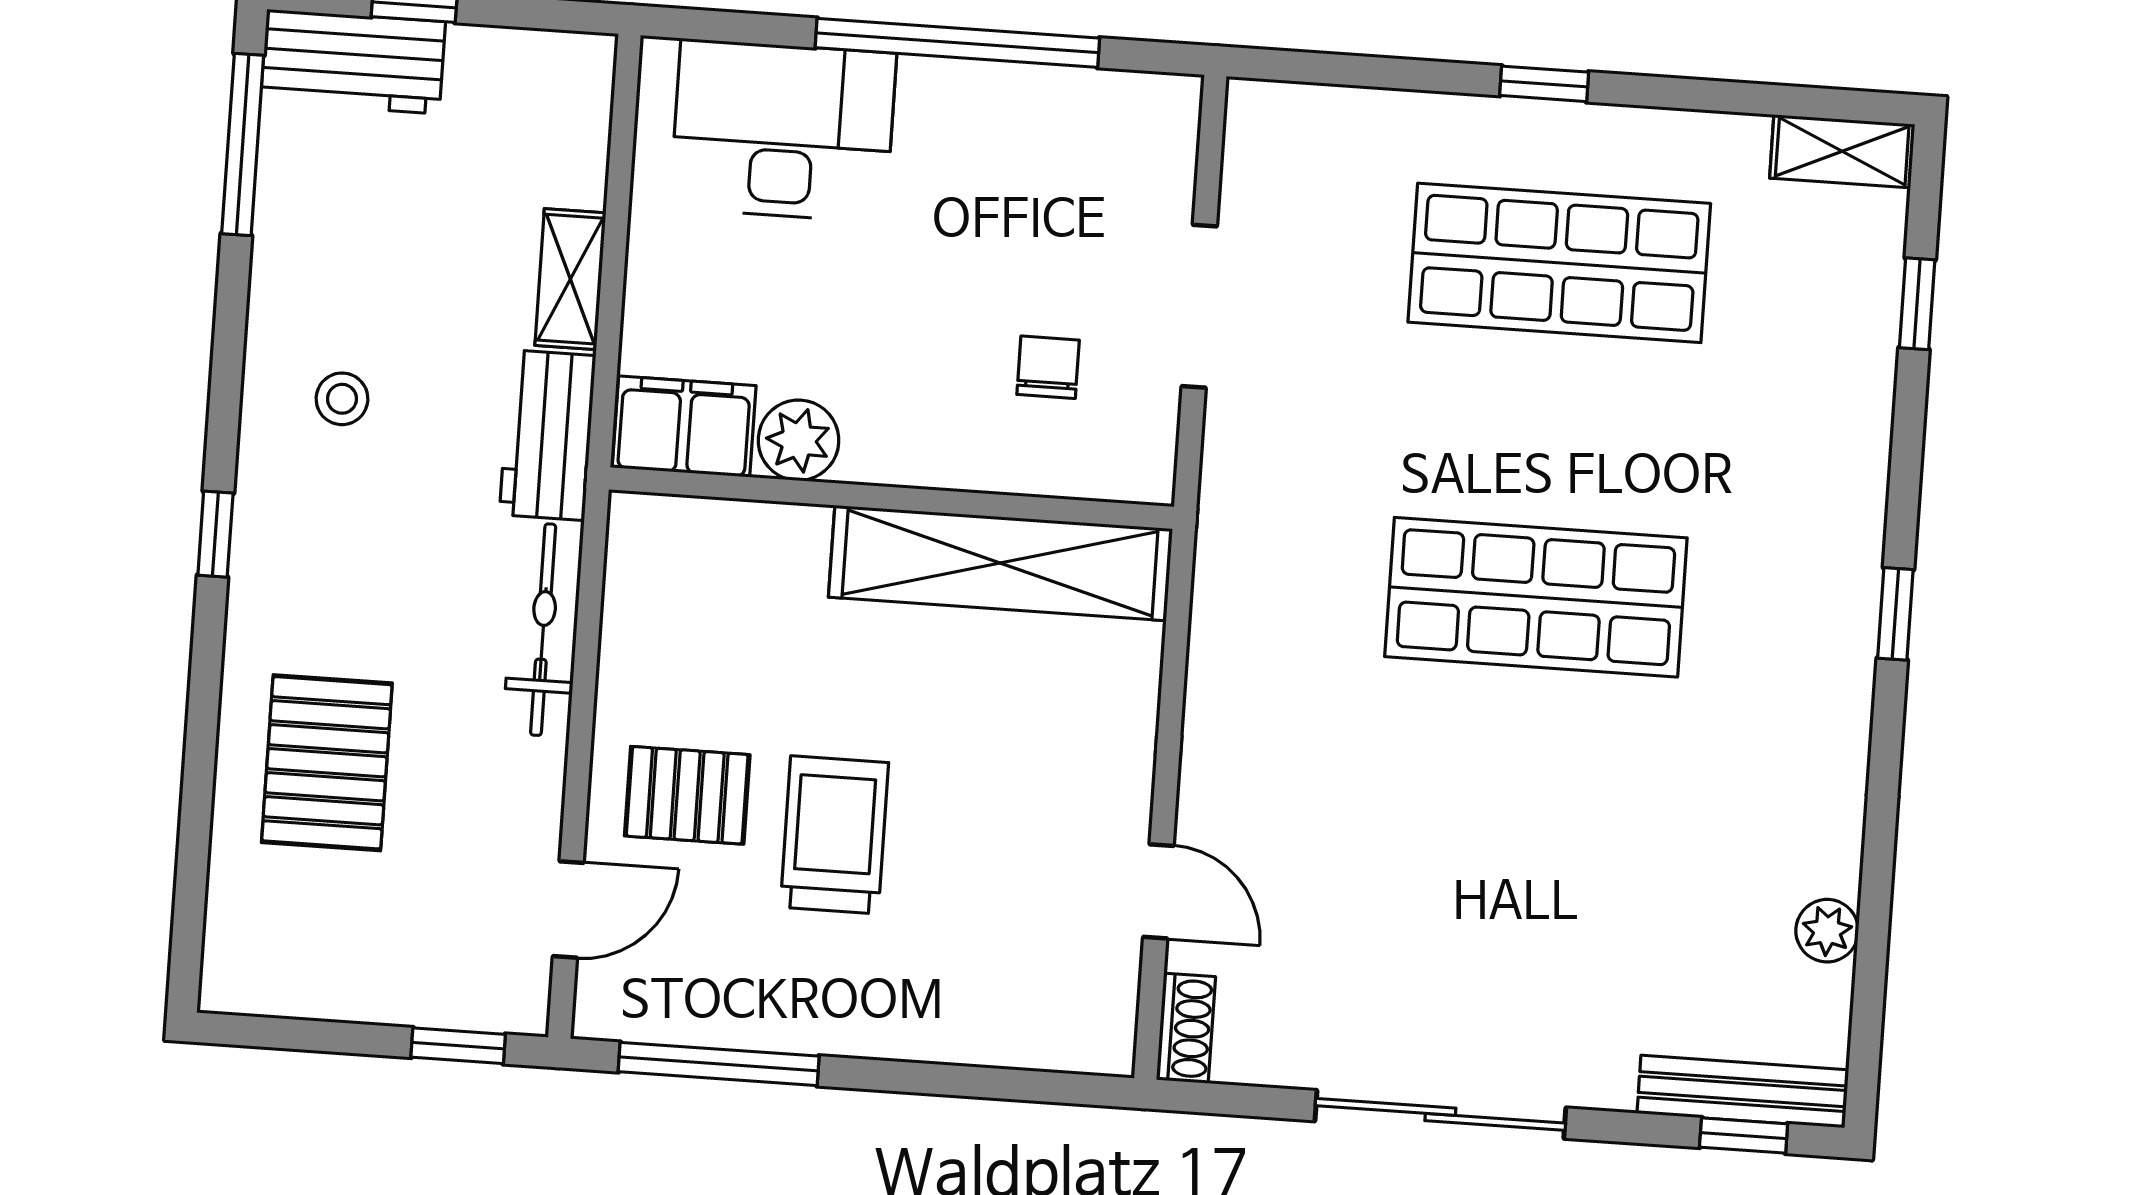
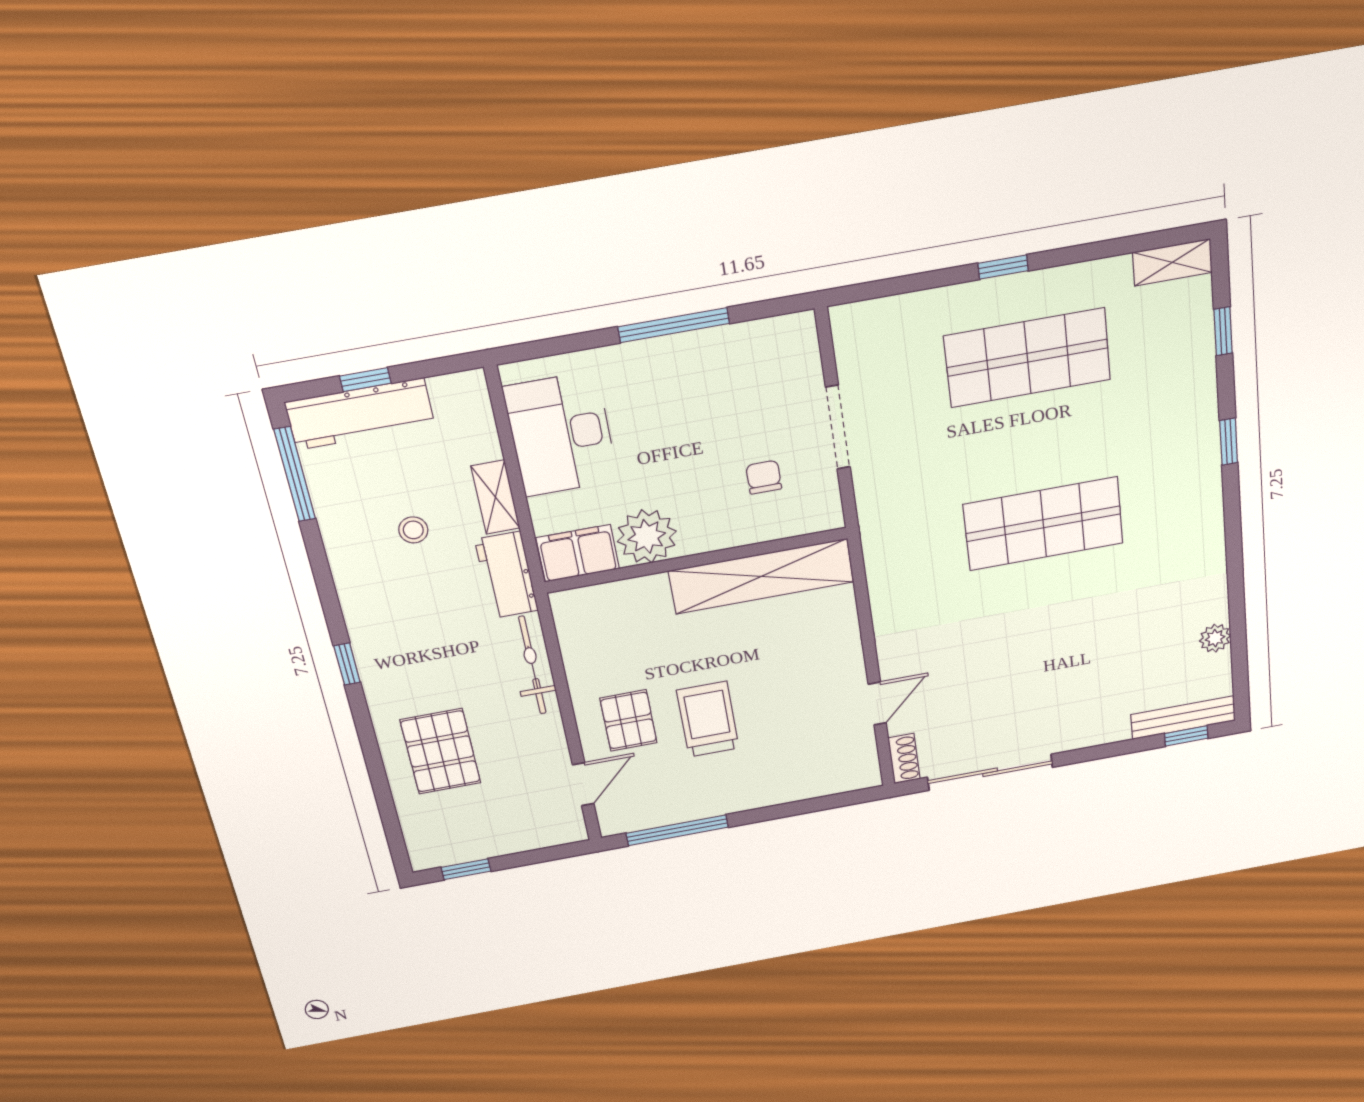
window: (957, 43) -> (674, 325), width x0.68
workbench: (353, 62) -> (360, 414), width x1.38
desk: (783, 131) -> (561, 434), moved, turned -90
stool: (342, 399) -> (413, 530), moved
plant: (799, 440) -> (647, 536), width x1.36, depth x1.36
window: (1895, 614) -> (1229, 442), moved
pallet: (687, 795) -> (628, 720), turned 90
door: (1158, 891) -> (877, 704), hinge flipped
window: (458, 1046) -> (466, 869), moved
sliding door: (1440, 1114) -> (990, 772), moved

